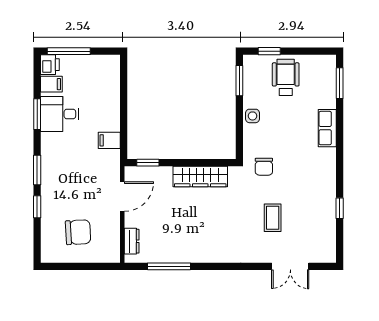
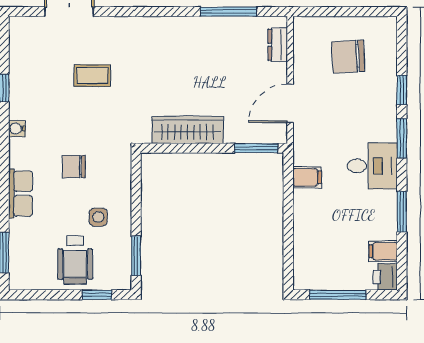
window: (69, 51) -> (338, 295), moved
desk: (60, 114) -> (372, 166), moved
side table: (253, 116) -> (98, 217), moved
window: (148, 163) -> (256, 148), width x1.50
chair: (264, 167) -> (74, 167), moved, turned -90
water cooler: (330, 177) -> (17, 129), added
coffee table: (273, 218) -> (92, 76), turned 90

